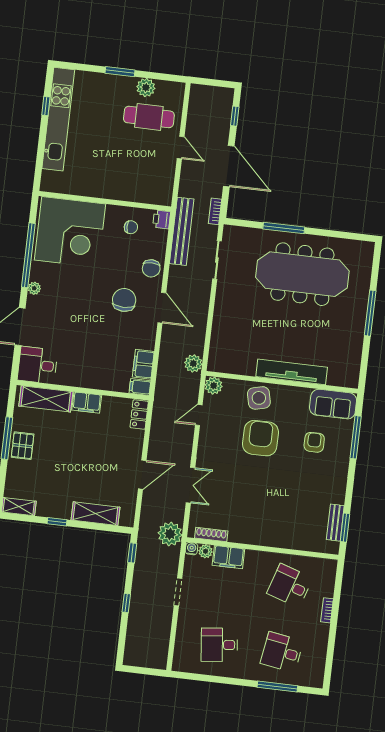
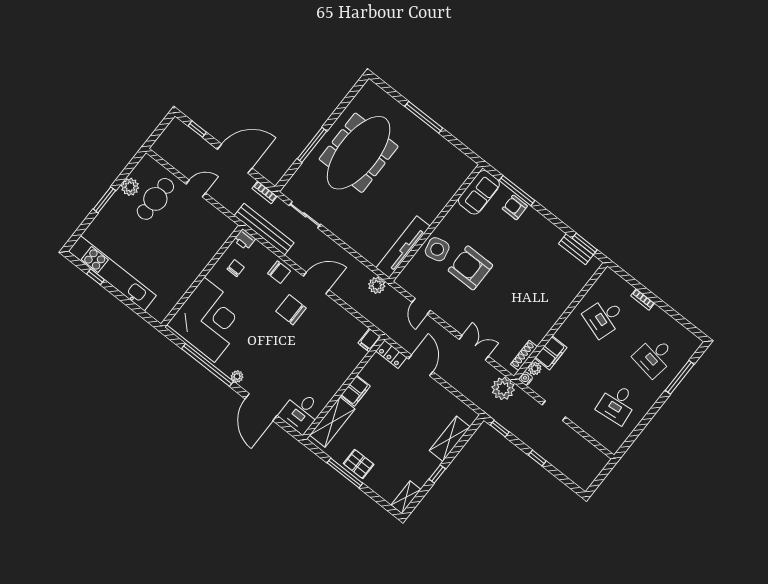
filing cabinet: (143, 364) -> (353, 326), removed
tv unit: (292, 372) -> (403, 247), moved
plant: (214, 386) -> (405, 280), removed
armchair: (314, 442) -> (515, 207), moved
door: (142, 475) -> (421, 365), moved

